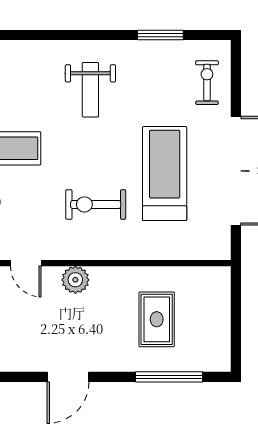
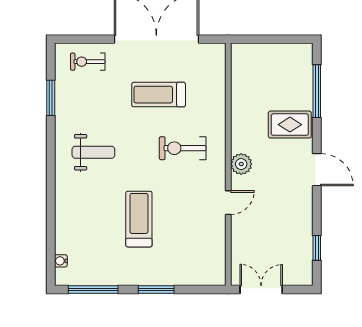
treadmill: (165, 174) -> (159, 95), width x0.73, depth x0.73
exercise bike: (96, 204) -> (183, 148), turned 90
rug: (157, 319) -> (290, 125), moved

